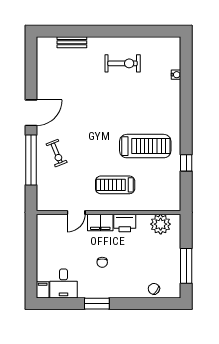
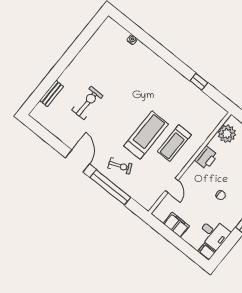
exercise bike: (123, 63) -> (87, 103), moved
treadmill: (145, 146) -> (146, 135), moved
filing cabinet: (100, 222) -> (176, 225), moved, turned -90

